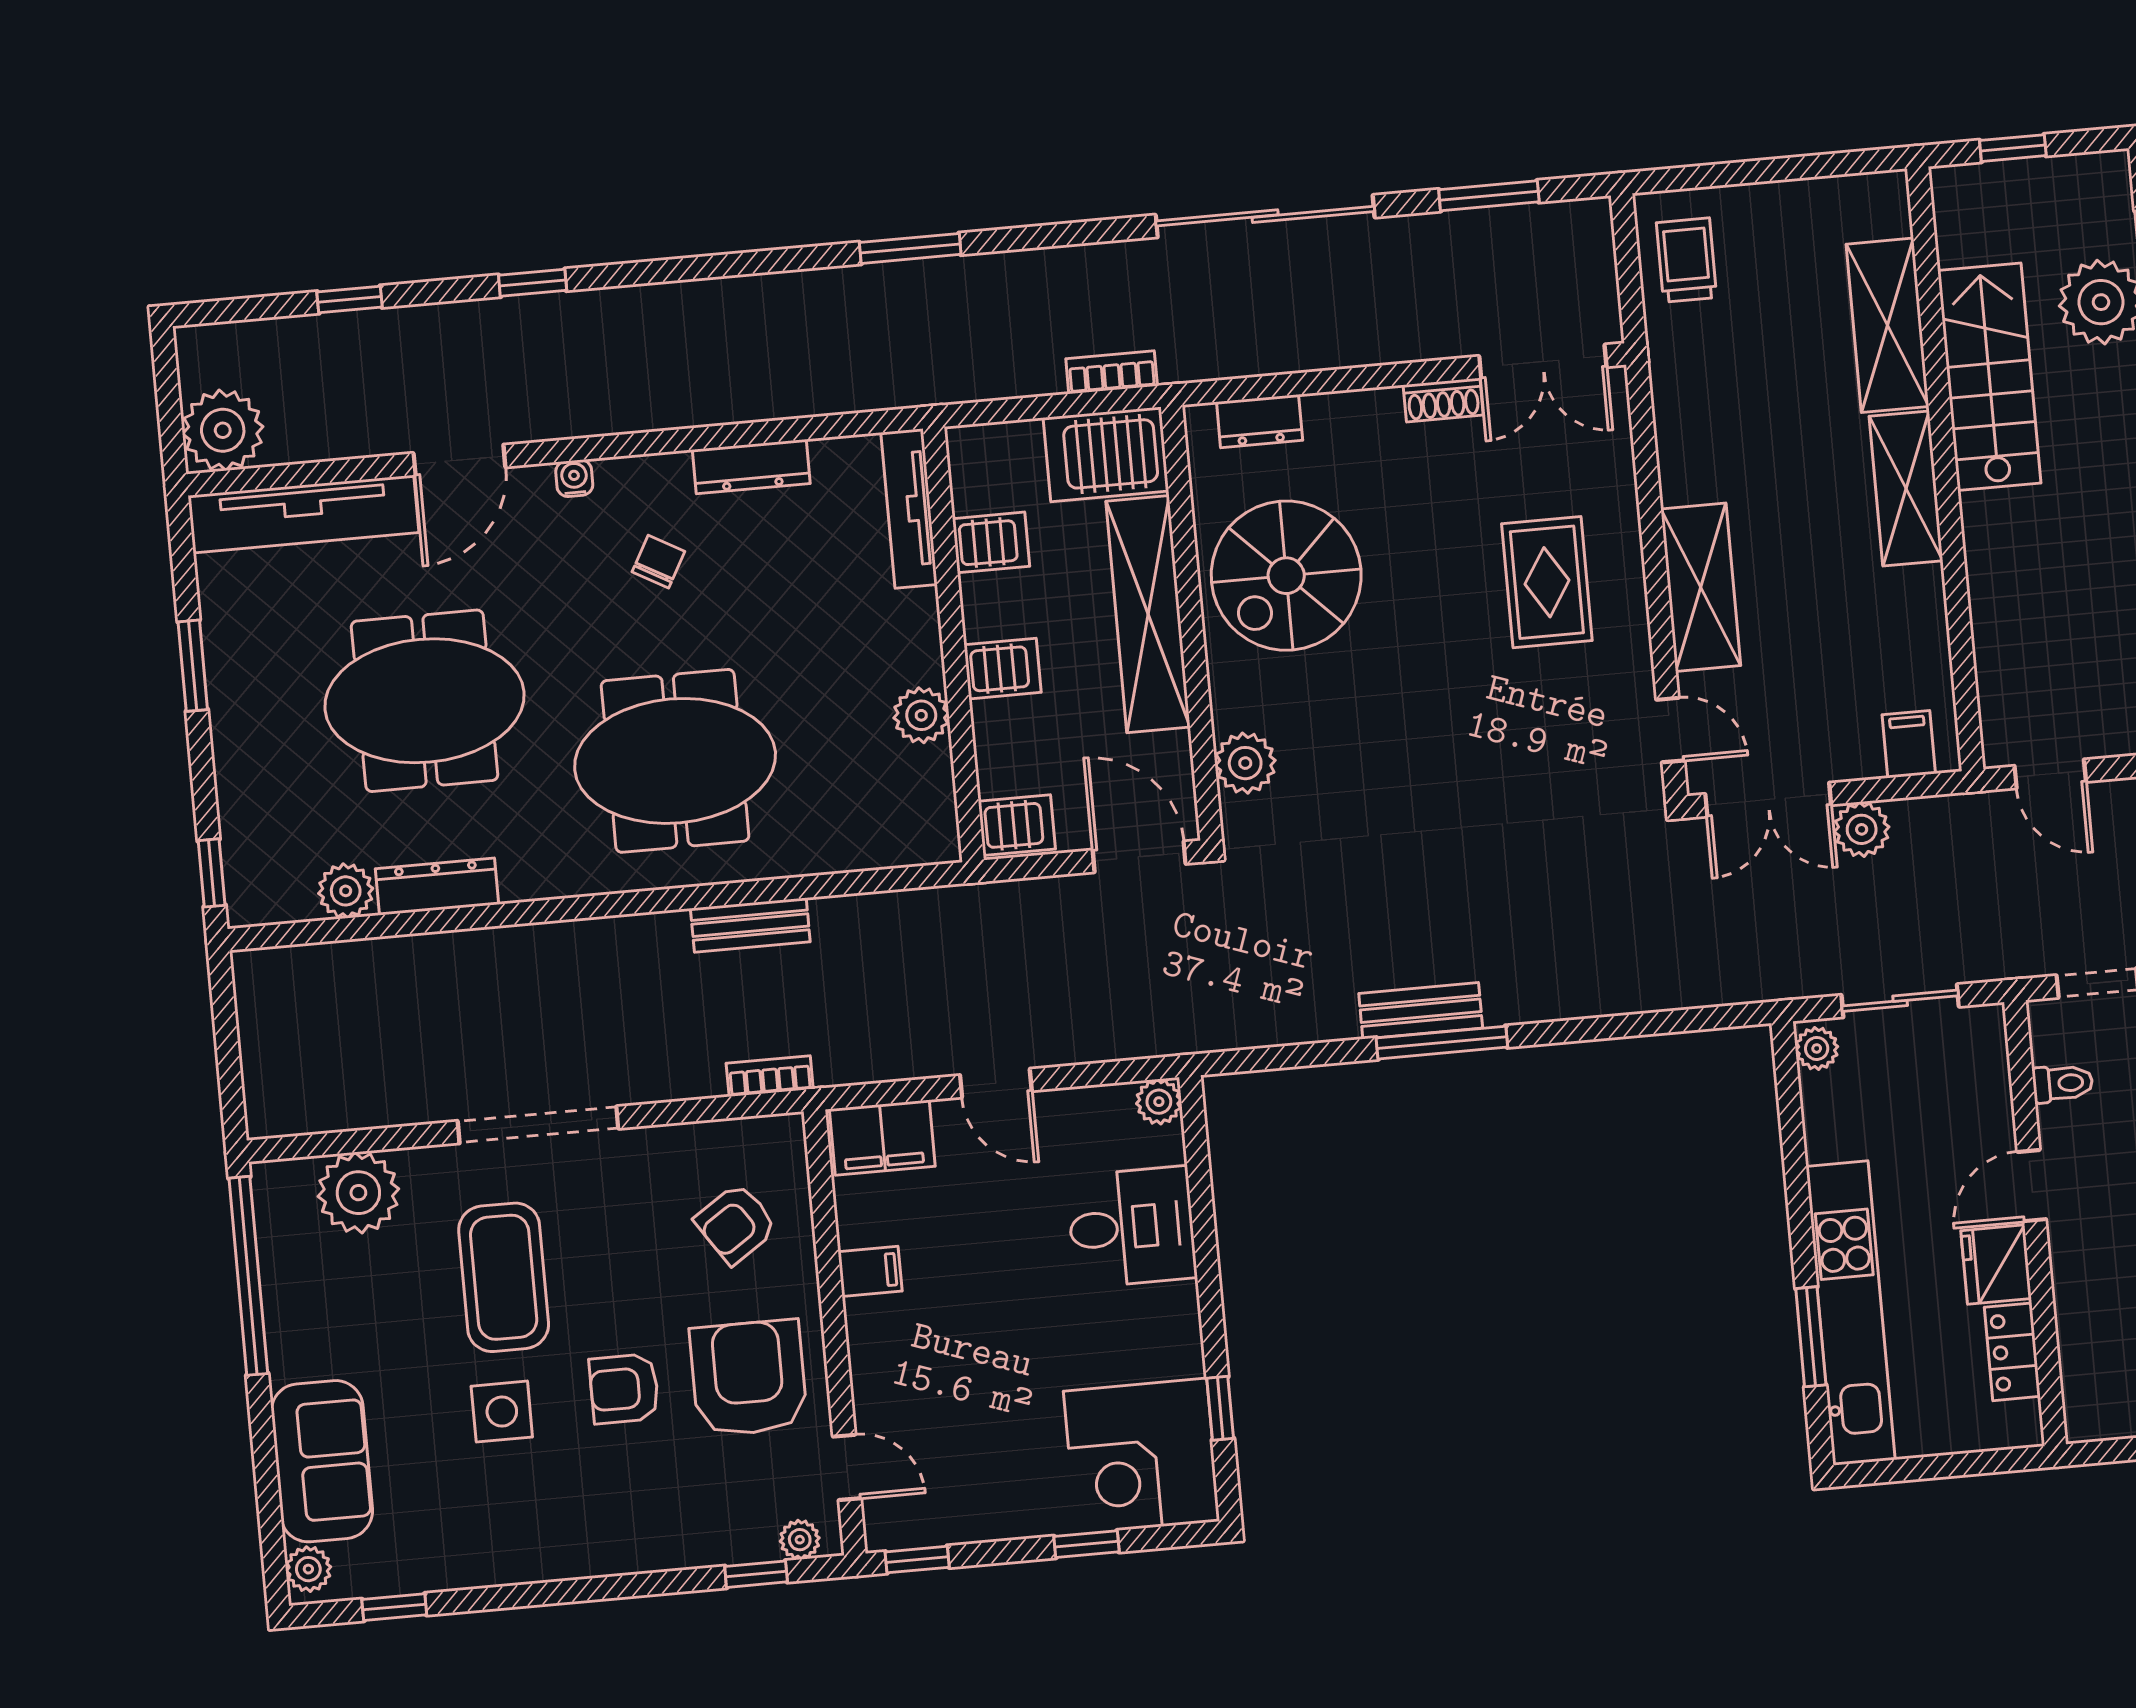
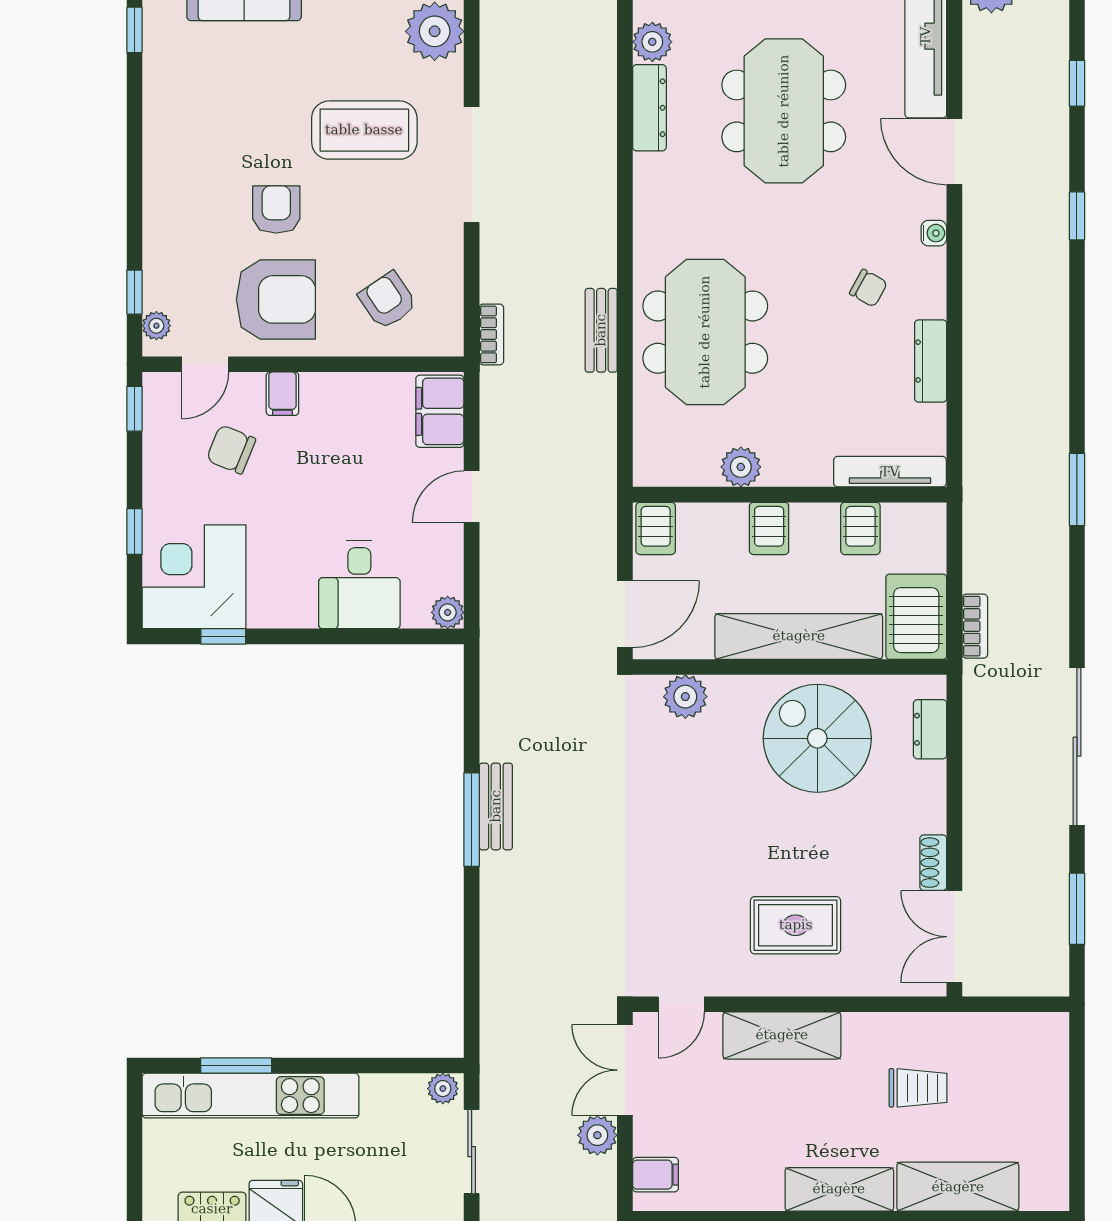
trolley: (1687, 260) -> (918, 1088), moved
meeting table: (675, 761) -> (705, 332), moved
filing cabinet: (870, 1271) -> (282, 394), moved
side table: (502, 1412) -> (268, 120), removed
chair: (961, 1421) -> (231, 449), added

